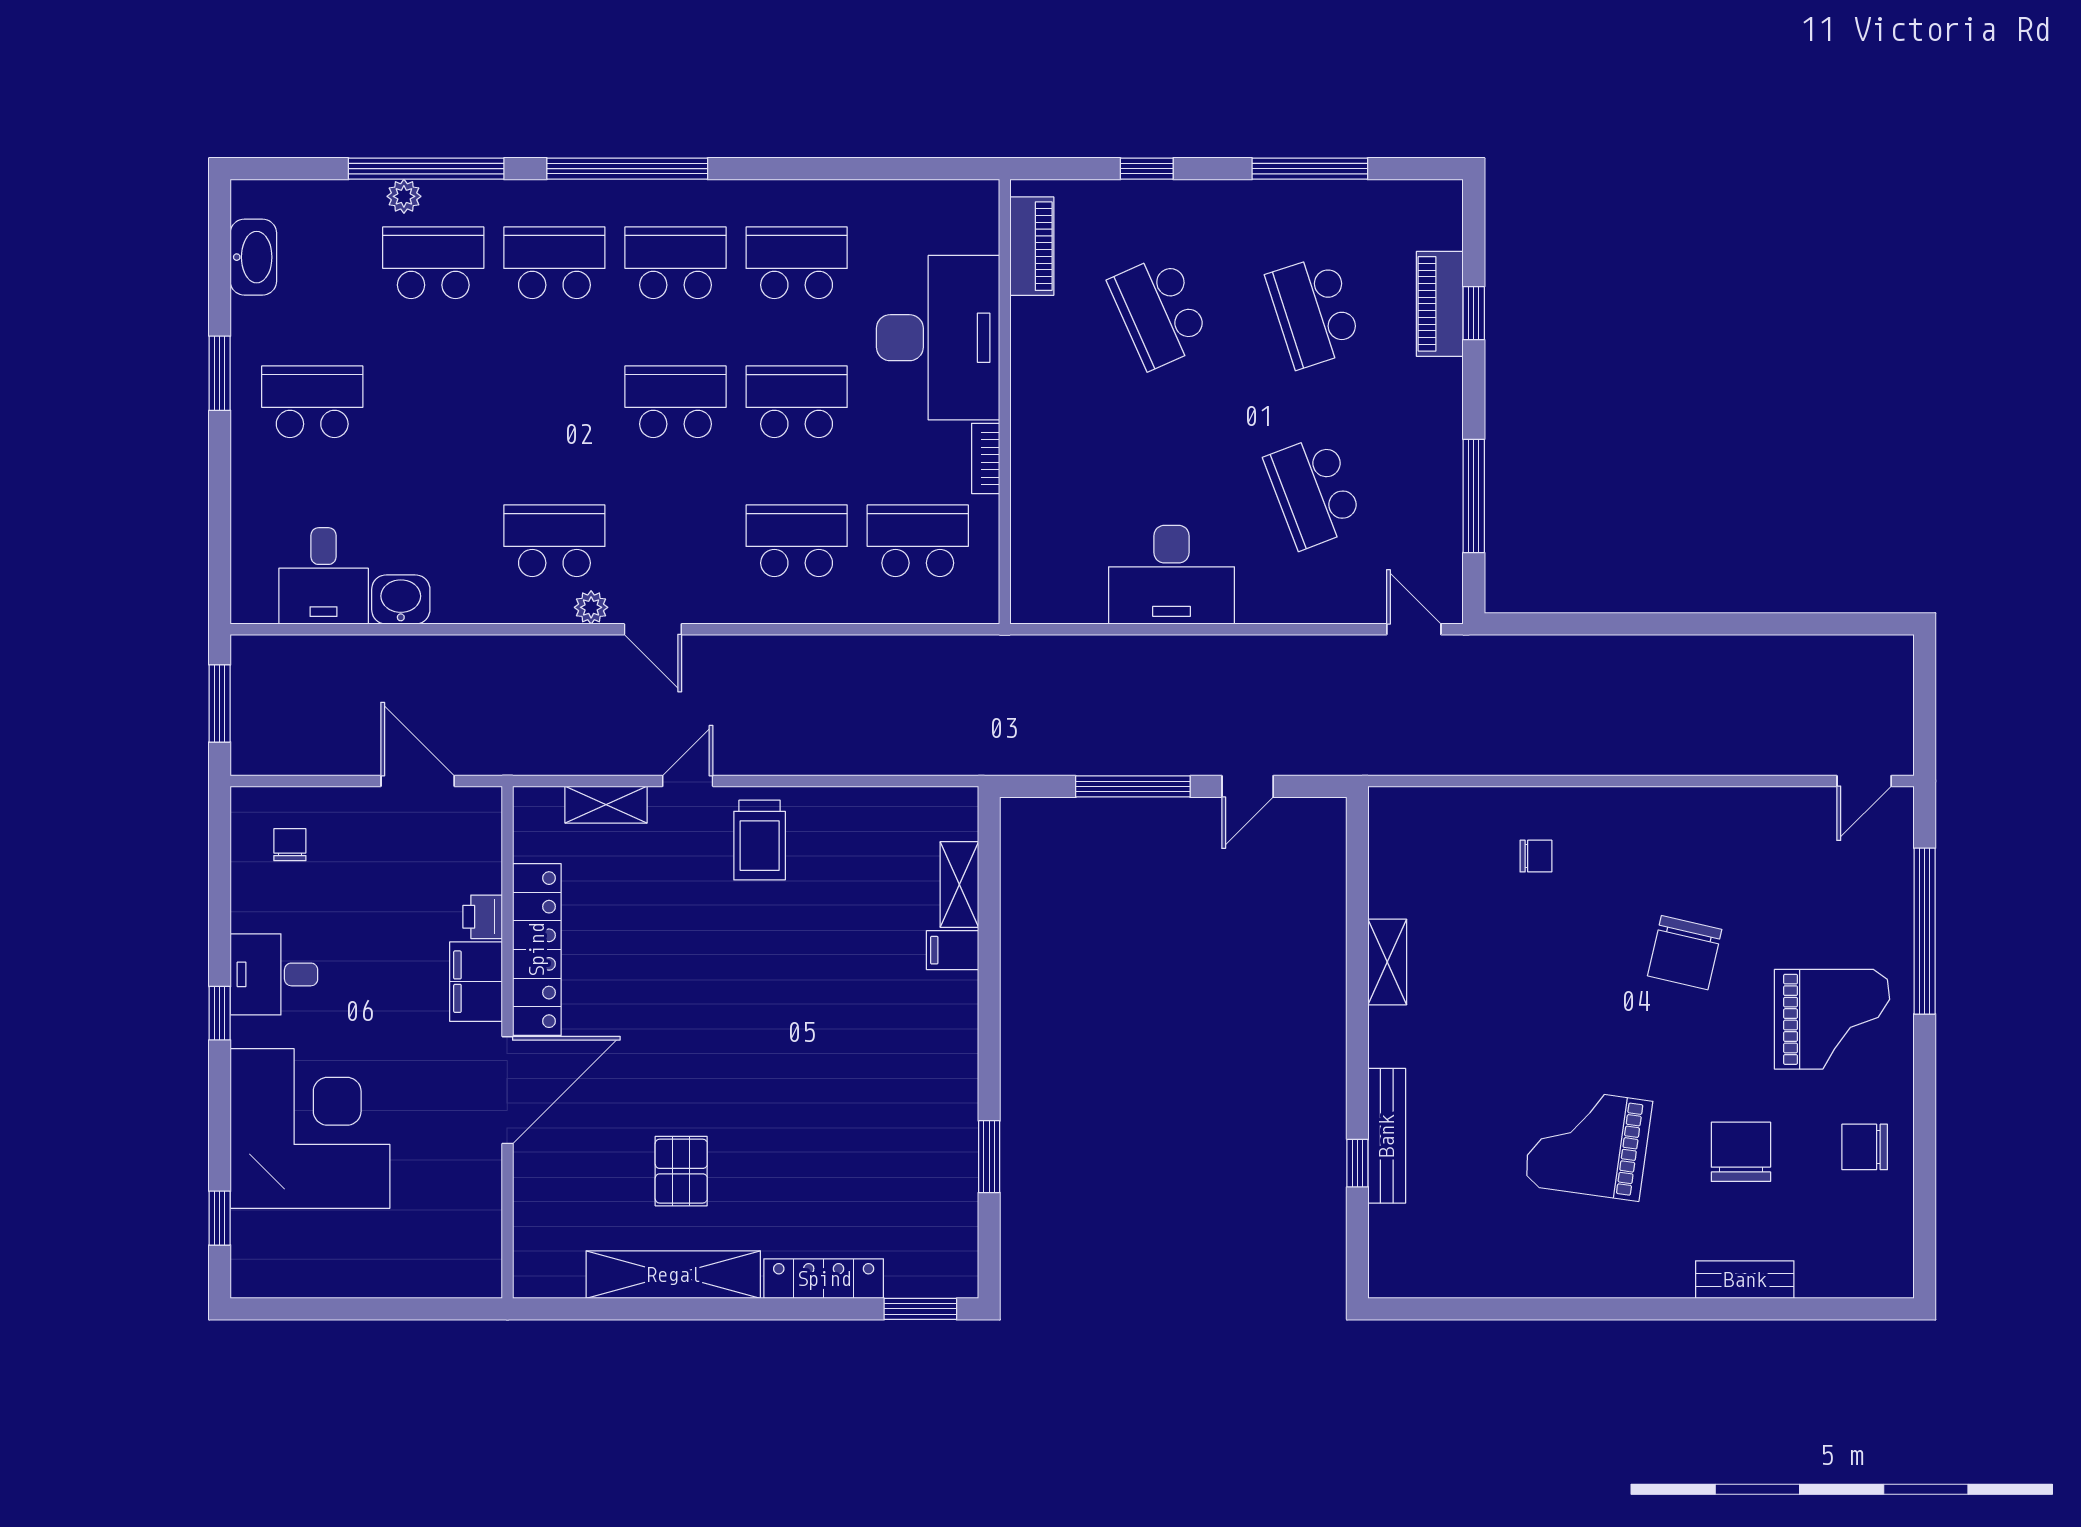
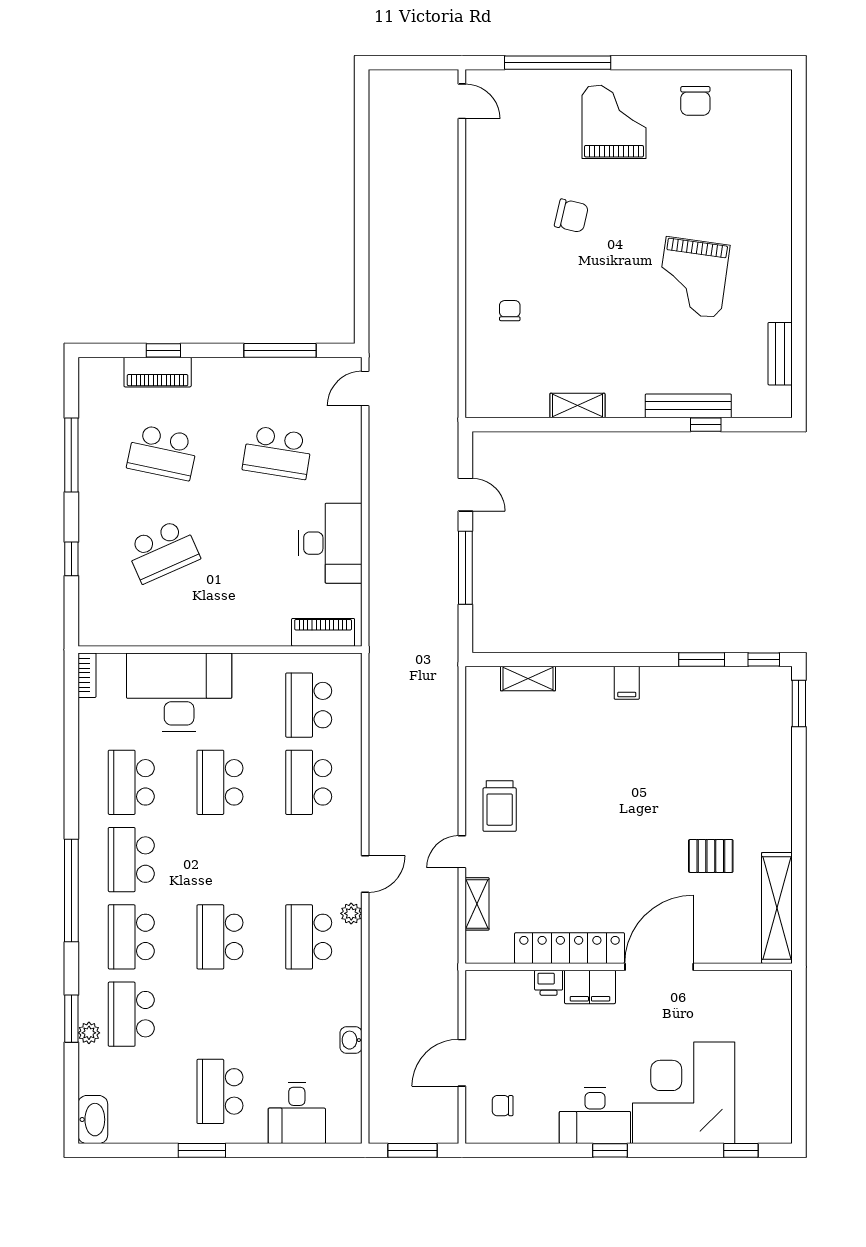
window: (426, 169) -> (71, 1019), width x0.47
piano: (1032, 246) -> (323, 632), moved
washbasin: (253, 257) -> (93, 1120), moved, turned 90
school desk: (1314, 312) -> (162, 452), turned 30
school desk: (676, 402) -> (220, 937), moved
bookcase: (986, 458) -> (87, 675), moved, turned -90
school desk: (1314, 492) -> (277, 452), turned 30
desk: (324, 576) -> (297, 1113), moved, turned 90
washbasin: (401, 600) -> (351, 1040), width x0.72, depth x0.69
door: (418, 781) -> (462, 1063), moved
door: (688, 781) -> (462, 852), hinge flipped
trolley: (760, 840) -> (500, 806), turned 90
filing cabinet: (953, 950) -> (627, 683), moved
chair: (1685, 953) -> (571, 216), width x0.73, depth x0.73
desk: (274, 974) -> (595, 1116), width x1.37
door: (507, 1090) -> (659, 967), hinge flipped
chair: (1741, 1152) -> (699, 180), removed
window: (989, 1254) -> (764, 660), added
shelving: (673, 1275) -> (777, 908), moved
locker: (824, 1279) -> (779, 765), removed
bench: (1745, 1280) -> (780, 354), moved

